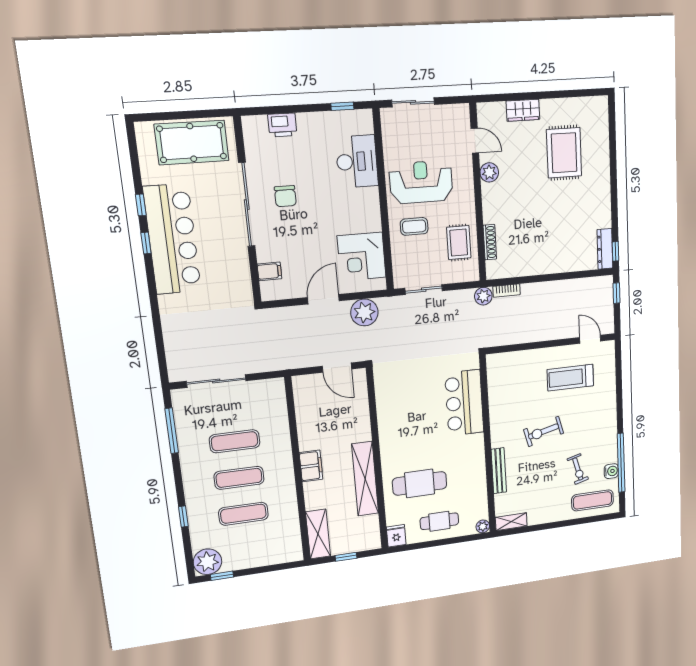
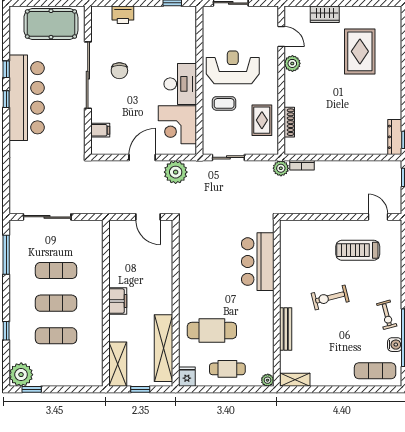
desk: (357, 161) -> (180, 84), moved
exercise bike: (578, 469) -> (387, 315), moved
shelving: (365, 479) -> (164, 348), moved

